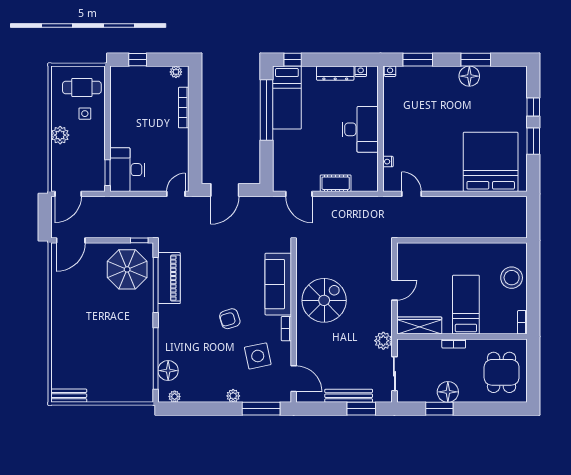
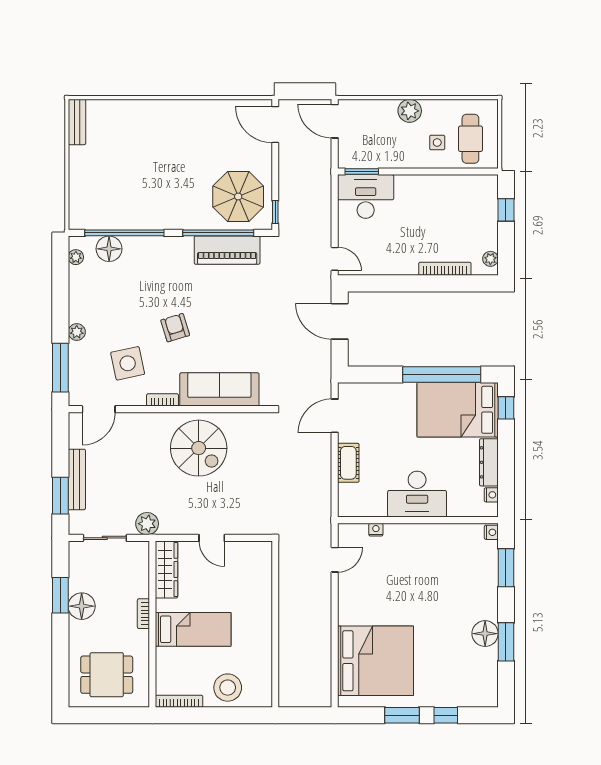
bed: (287, 98) -> (458, 410), width x1.50
bookcase: (522, 322) -> (179, 701), width x1.56

